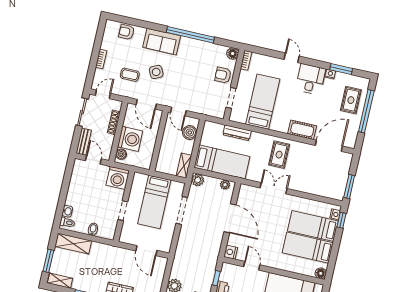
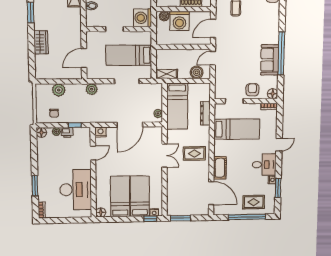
sofa: (162, 42) -> (270, 60), moved
side table: (156, 72) -> (243, 31), removed
plant: (198, 180) -> (92, 89), moved

